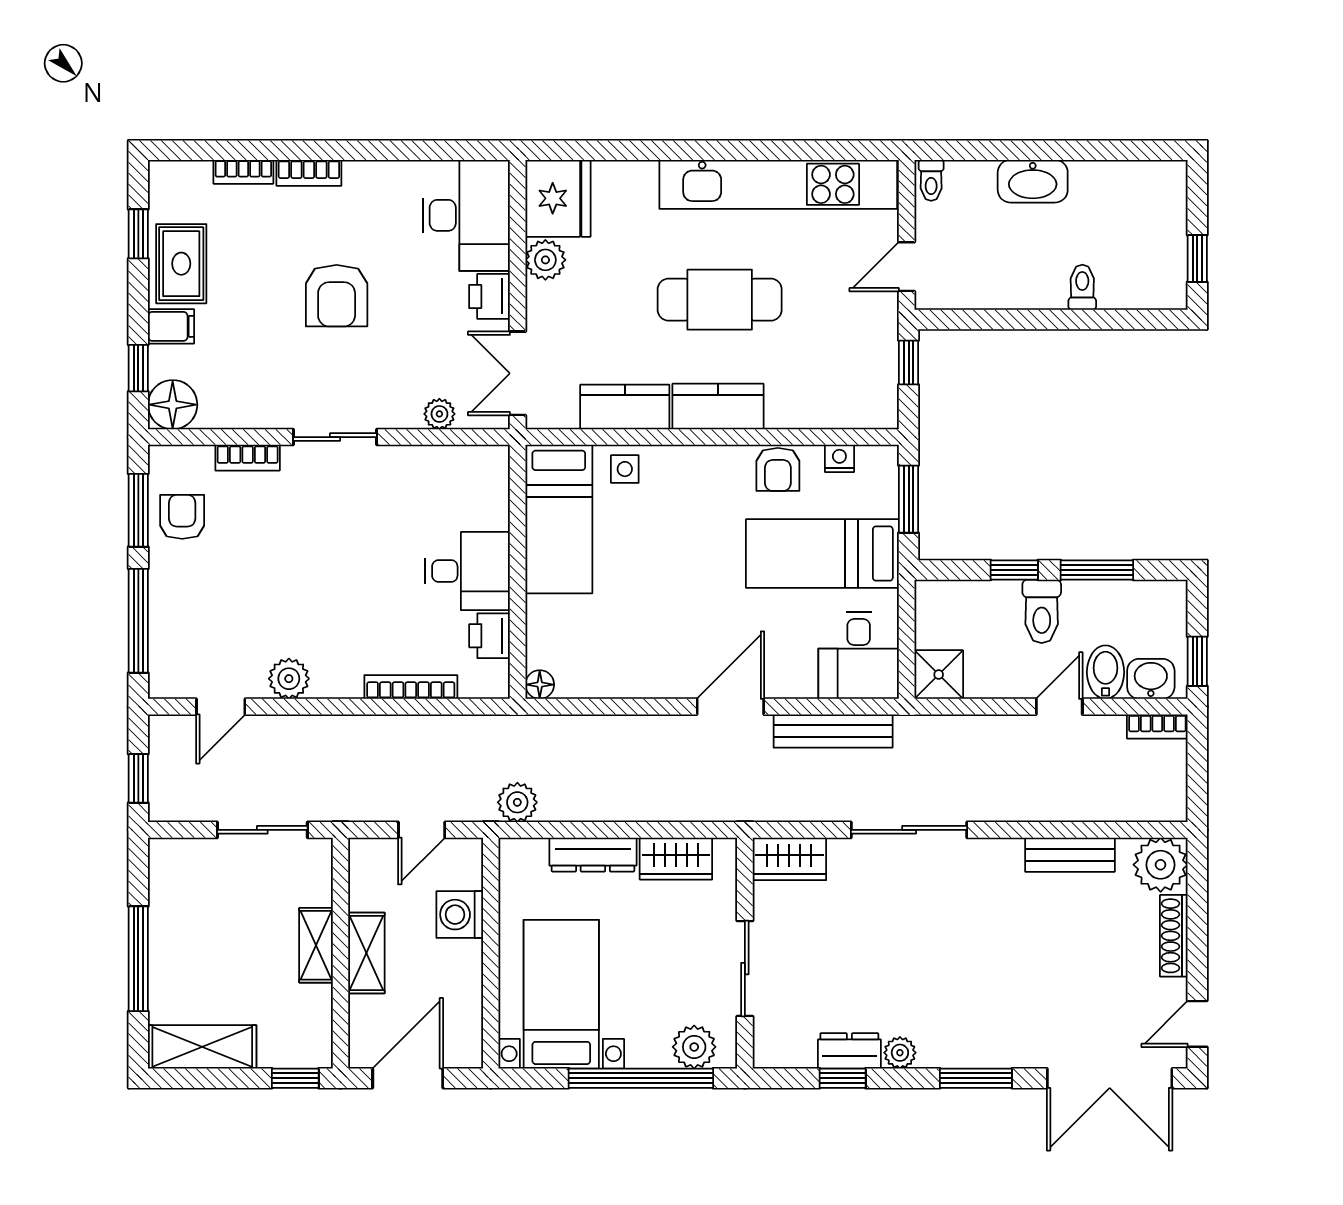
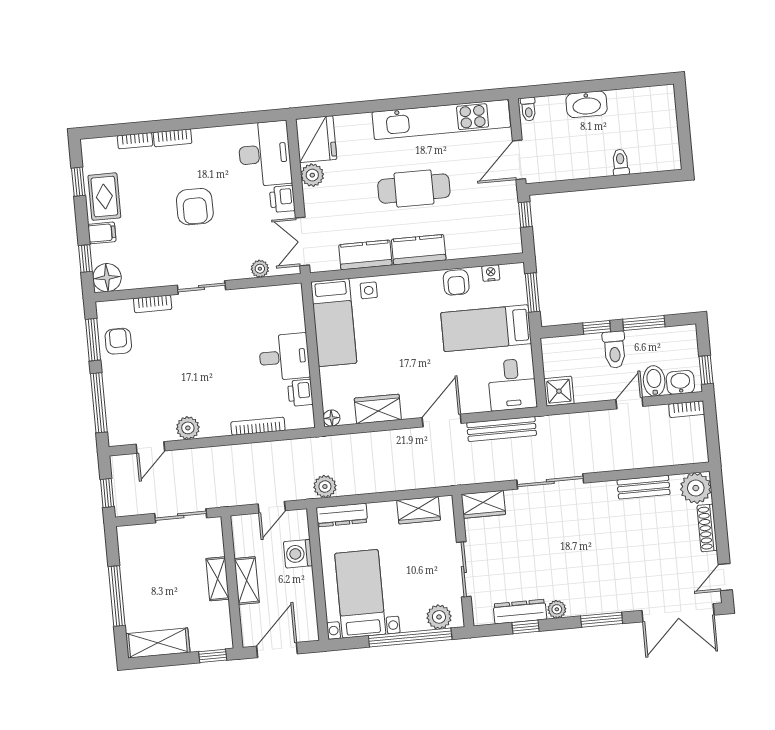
window: (1197, 259) -> (685, 140), removed
door: (907, 267) -> (519, 160), width x1.38
wardrobe: (621, 676) -> (378, 409), added
dresser: (593, 855) -> (342, 515), moved
dresser: (849, 1051) -> (520, 612), width x1.44

